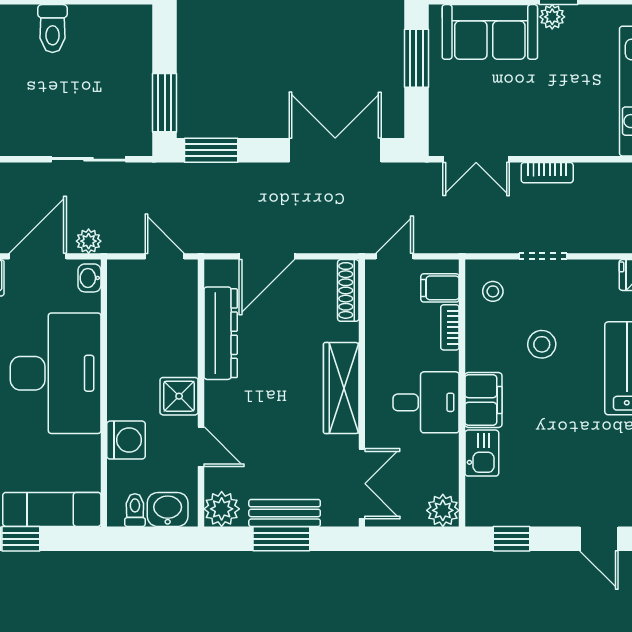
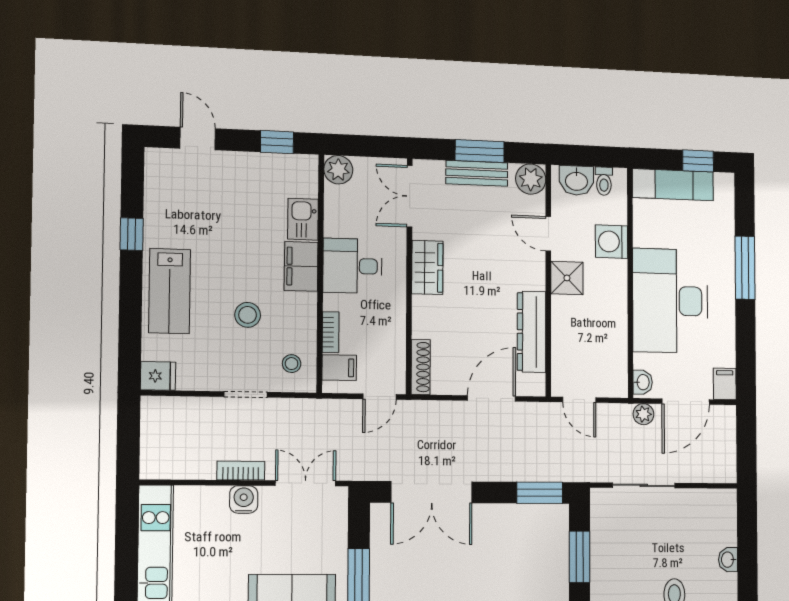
window: (165, 103) -> (580, 557), moved
water cooler: (544, 141) -> (244, 499), added
wardrobe: (341, 388) -> (427, 267), width x0.67

